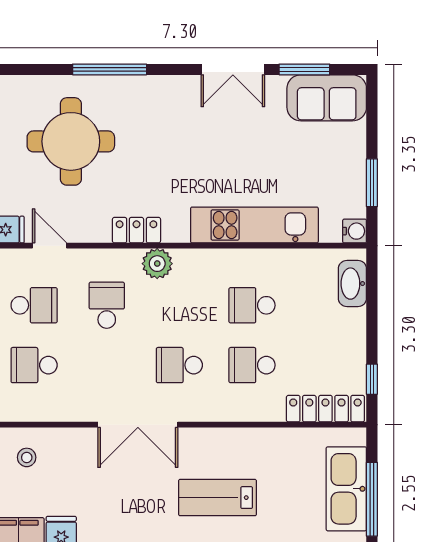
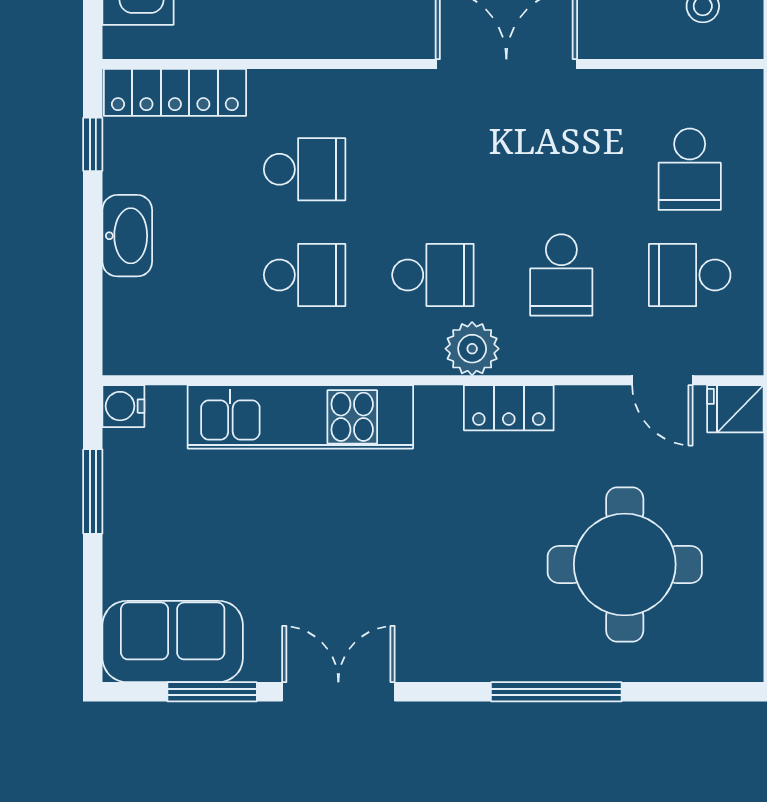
washbasin: (352, 284) -> (127, 236), moved
school desk: (34, 365) -> (690, 169), turned 90
school desk: (179, 365) -> (433, 275), moved

